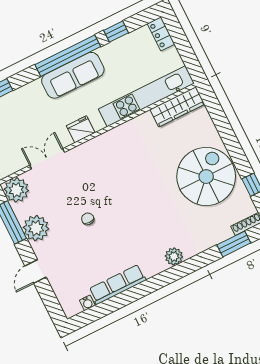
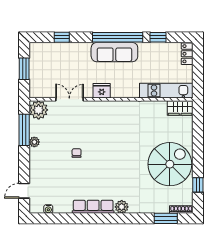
kitchen unit: (146, 96) -> (166, 91), width x0.73
wardrobe: (177, 107) -> (180, 108), width x0.67
plant: (36, 228) -> (34, 142), width x0.53, depth x0.53
door: (36, 272) -> (24, 191), moved
row of seats: (117, 284) -> (93, 207), moved

